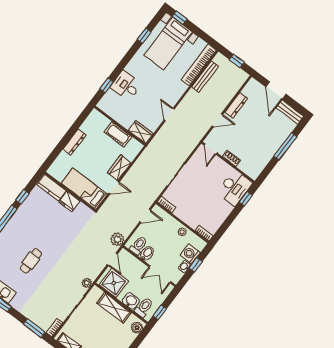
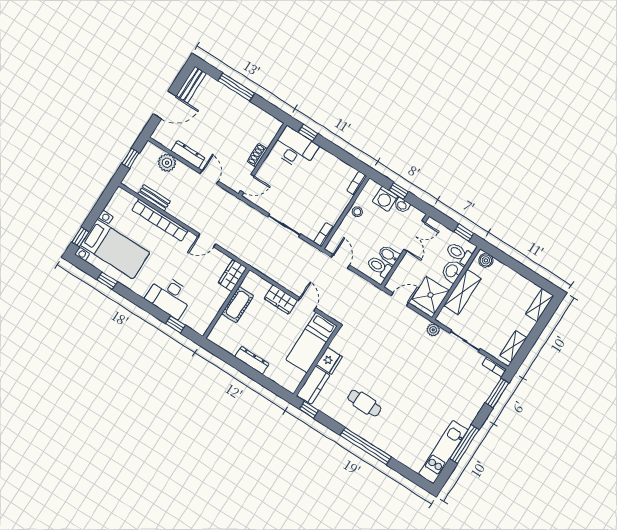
bookcase: (199, 65) -> (160, 220), moved
bench: (205, 77) -> (154, 198), width x0.73
desk: (126, 86) -> (169, 296), width x1.37
window: (22, 197) -> (309, 410), moved
plant: (117, 239) -> (167, 163), moved
cafe table: (31, 261) -> (364, 403), moved

